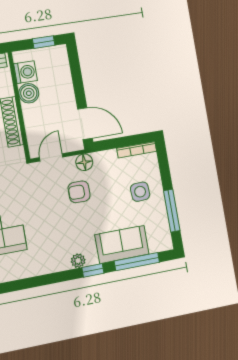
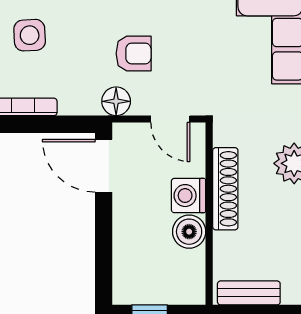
washing machine: (25, 72) -> (189, 196), moved
door: (51, 157) -> (170, 119), hinge flipped

